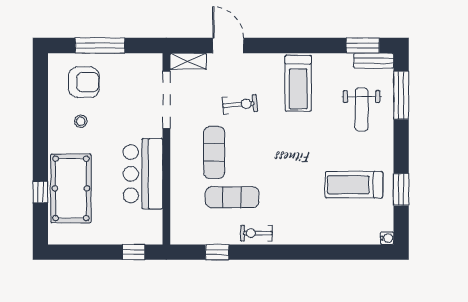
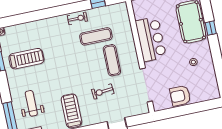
window: (100, 46) -> (191, 109), removed
shelving: (188, 61) -> (138, 110), removed
armchair: (84, 82) -> (180, 96), moved
window: (40, 192) -> (211, 28), moved

